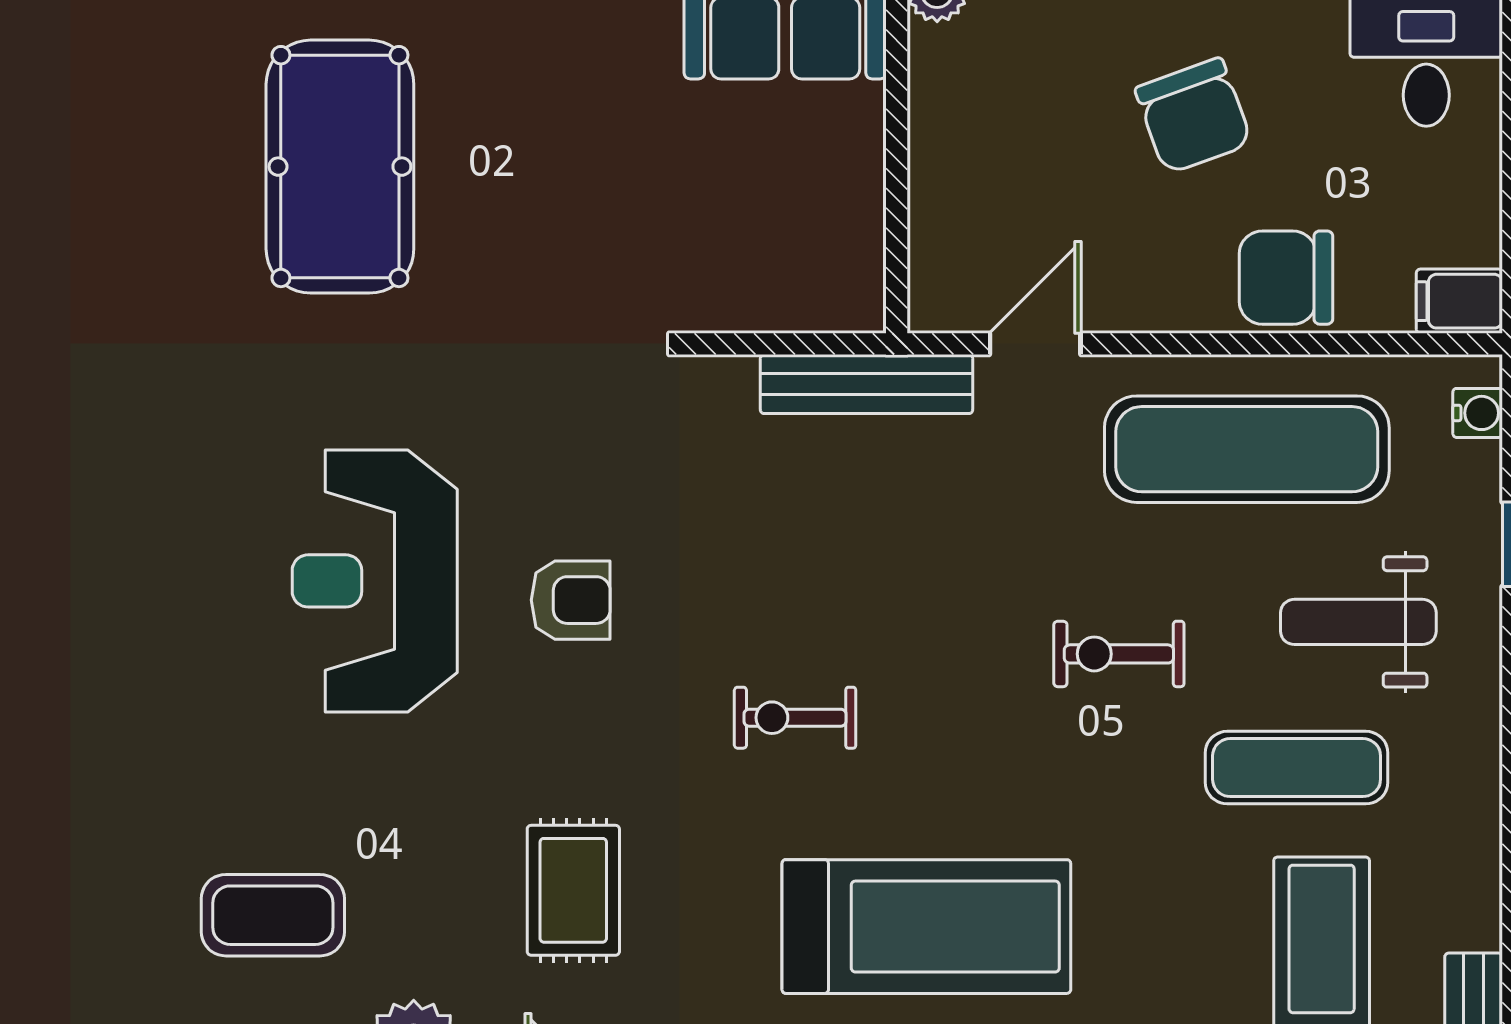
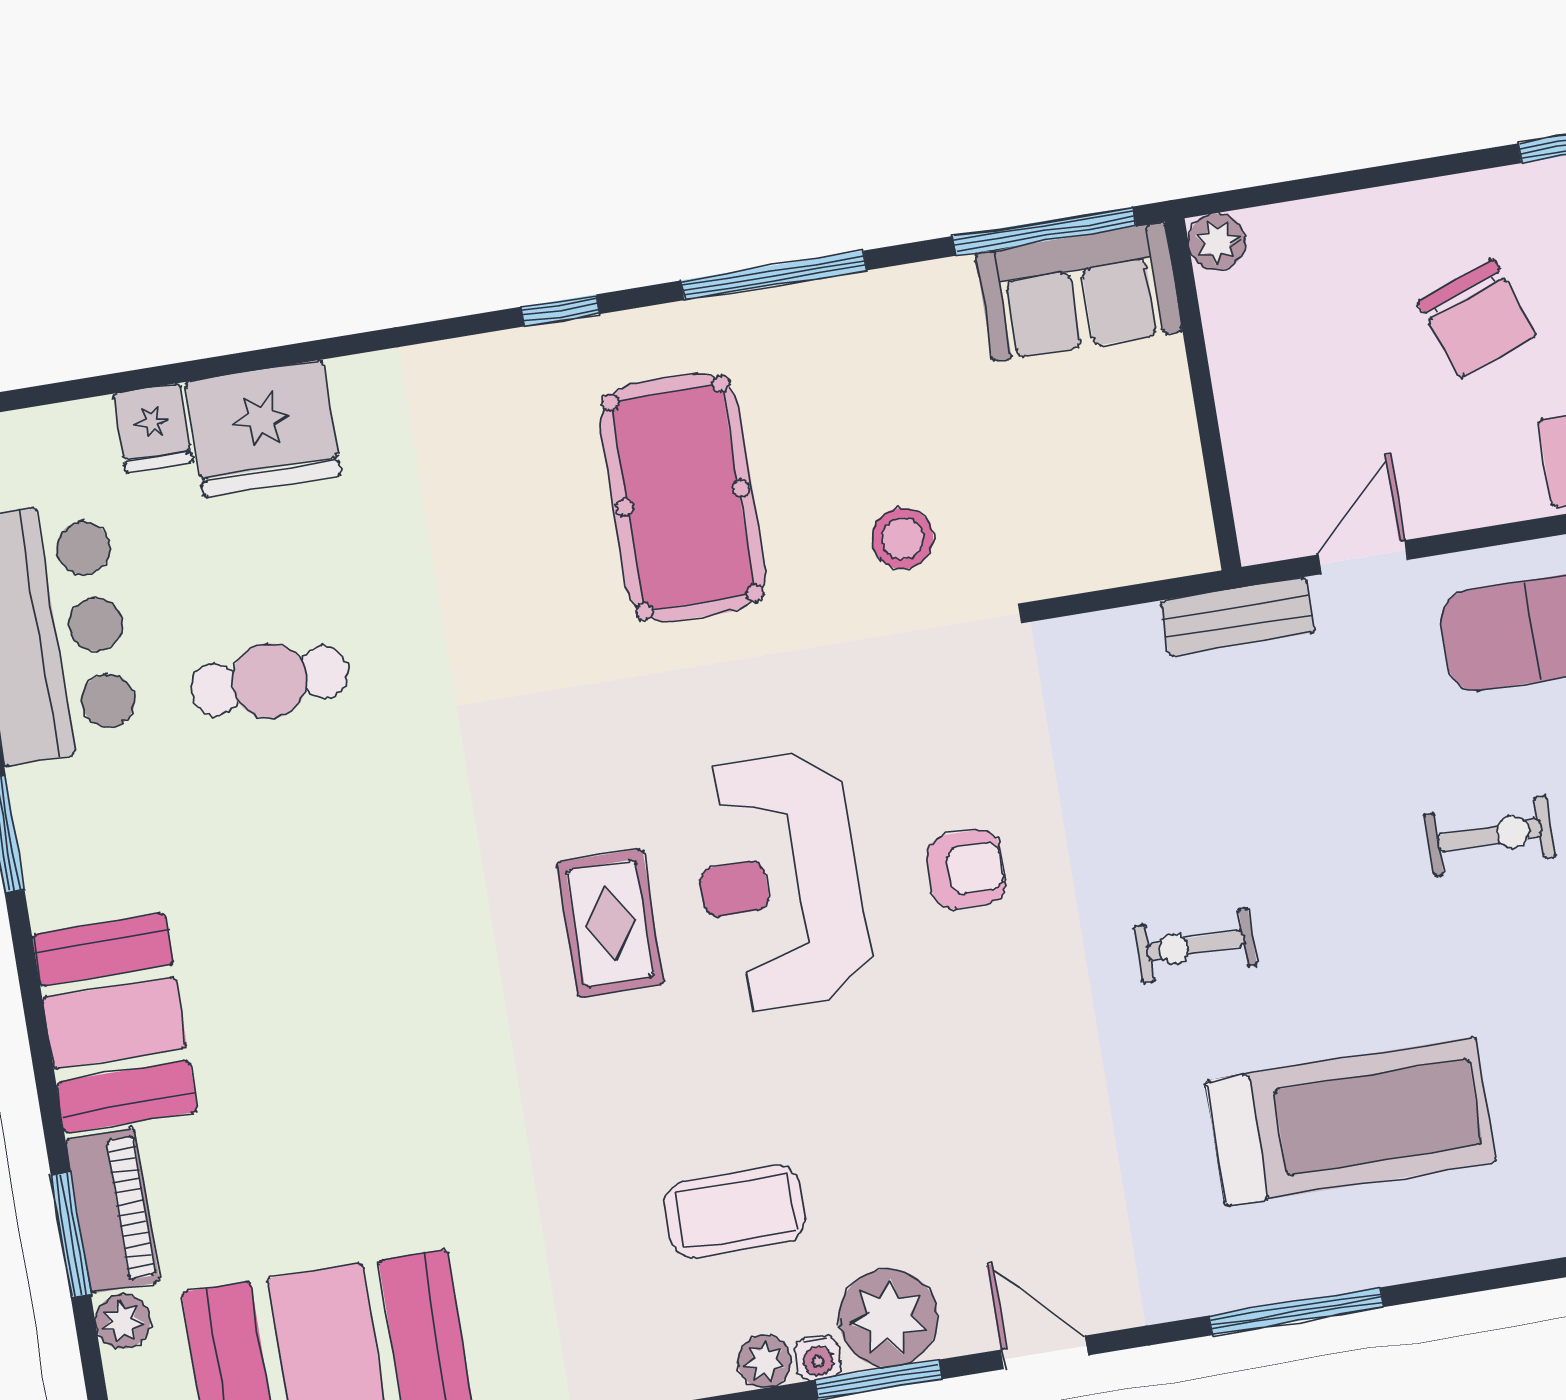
stool: (561, 246) -> (903, 538), added
bench: (867, 384) -> (1238, 617), width x0.73
exercise bike: (1119, 654) -> (1490, 836), turned 180
rug: (573, 890) -> (610, 923), moved

